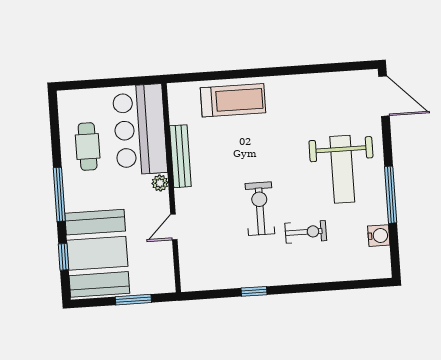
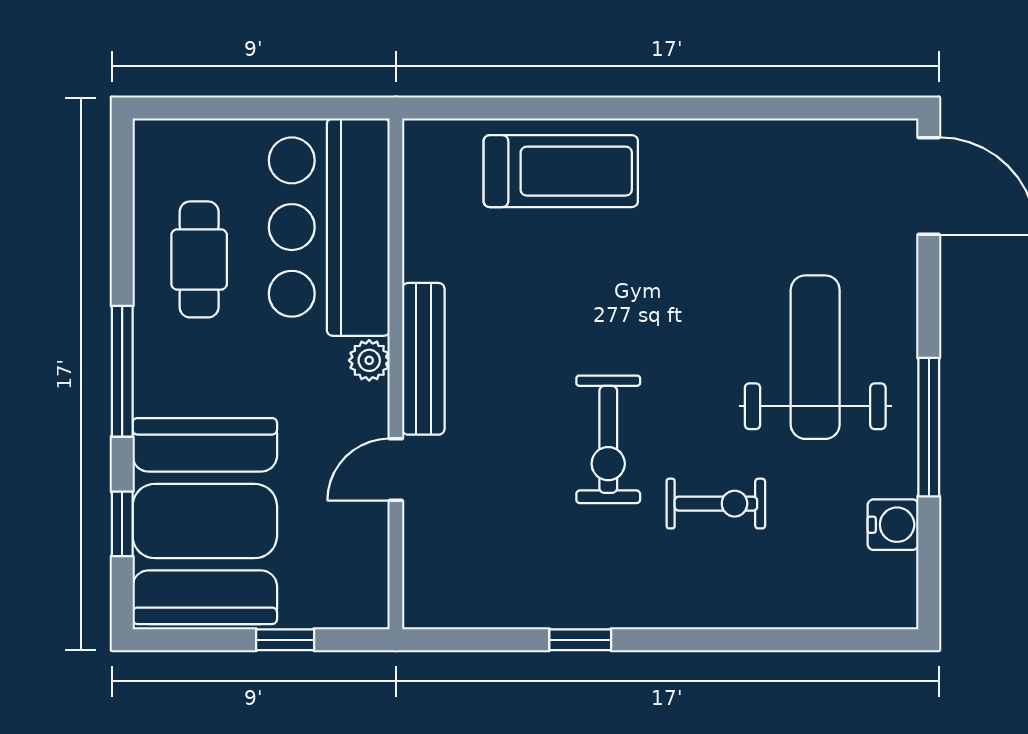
bench: (180, 156) -> (423, 359), moved
weight bench: (342, 169) -> (815, 357), turned 180
exercise bike: (260, 209) -> (608, 439), turned 180
window: (133, 300) -> (285, 640), width x0.67

